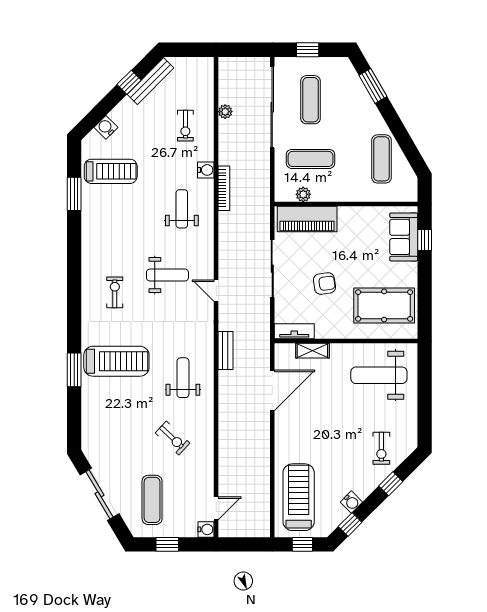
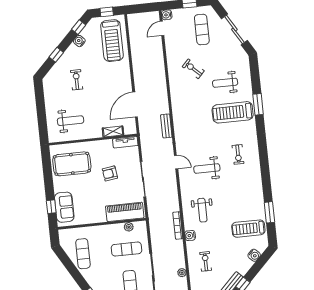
weight bench: (379, 375) -> (71, 121), width x0.73, depth x0.75
weight bench: (183, 378) -> (225, 83), moved, turned 90
exercise bike: (381, 448) -> (77, 80), moved

